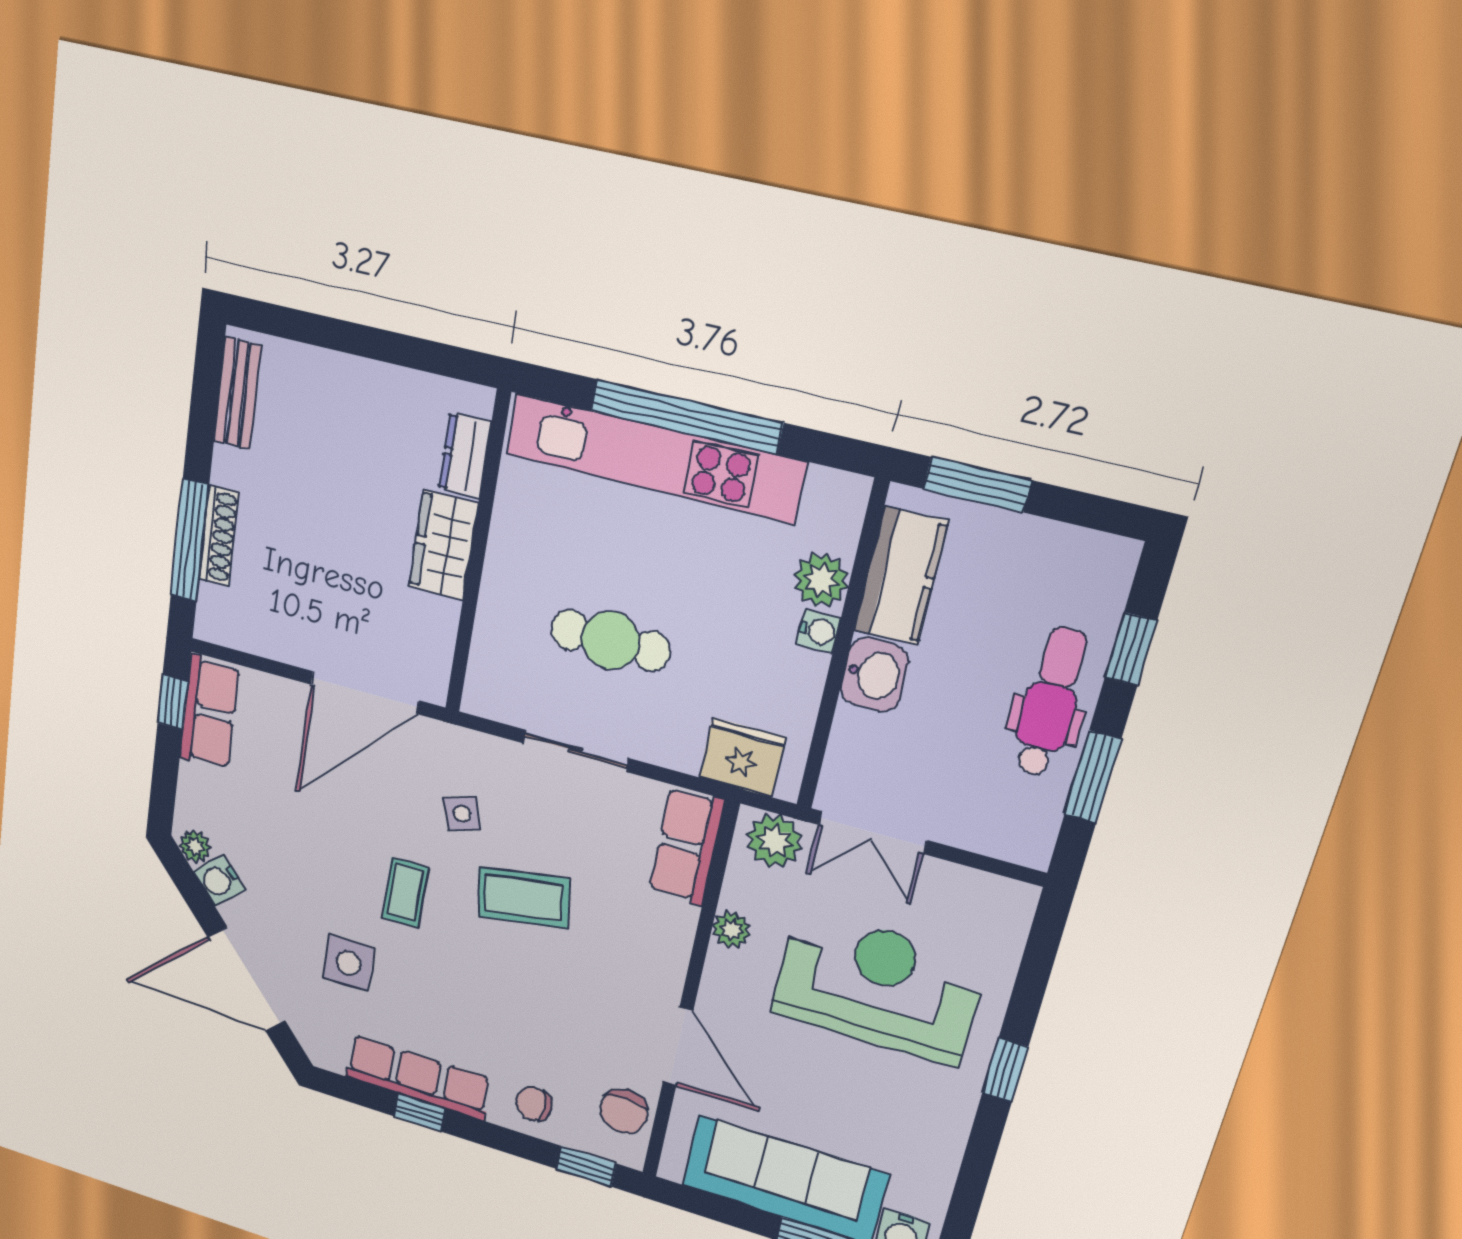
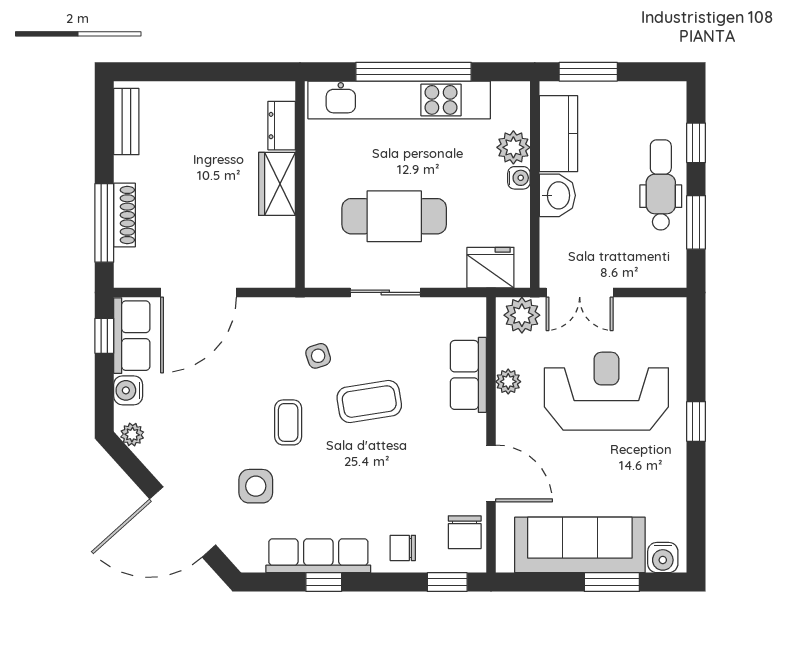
cafe table: (610, 640) -> (394, 216), width x1.37, depth x1.35
door: (365, 692) -> (198, 292), moved
row of seats: (687, 846) -> (468, 375), moved
water cooler: (219, 880) -> (128, 390), moved, turned 42

